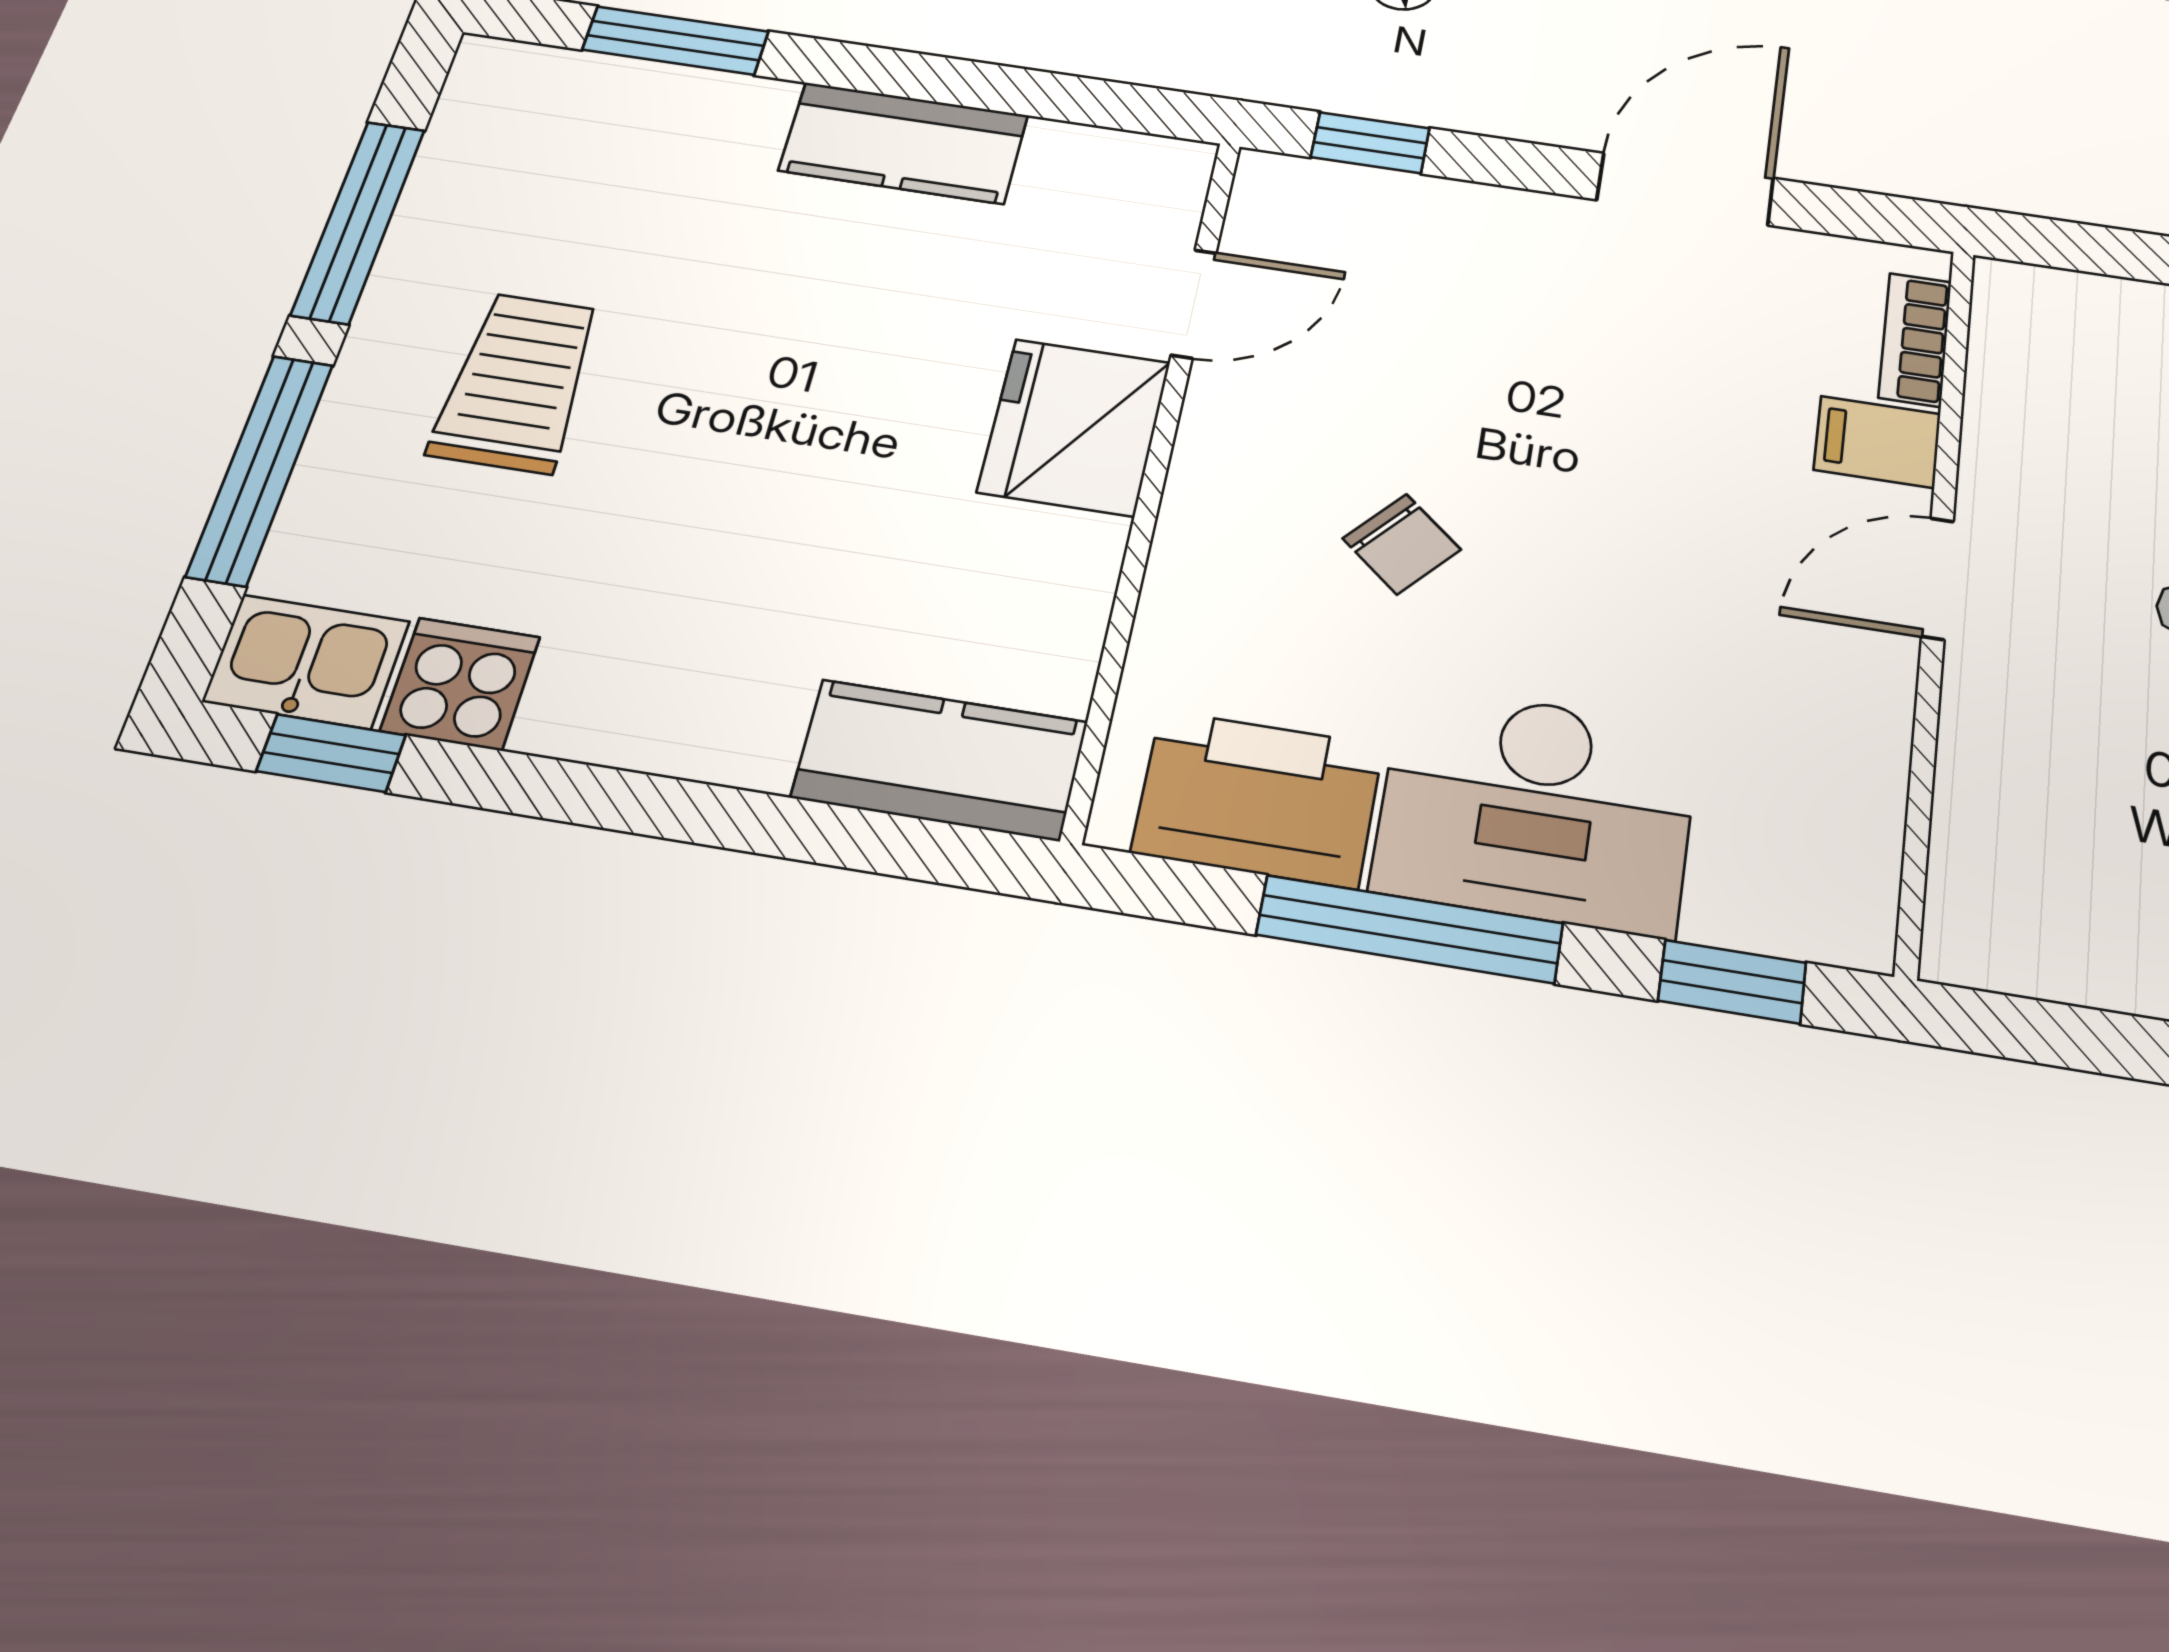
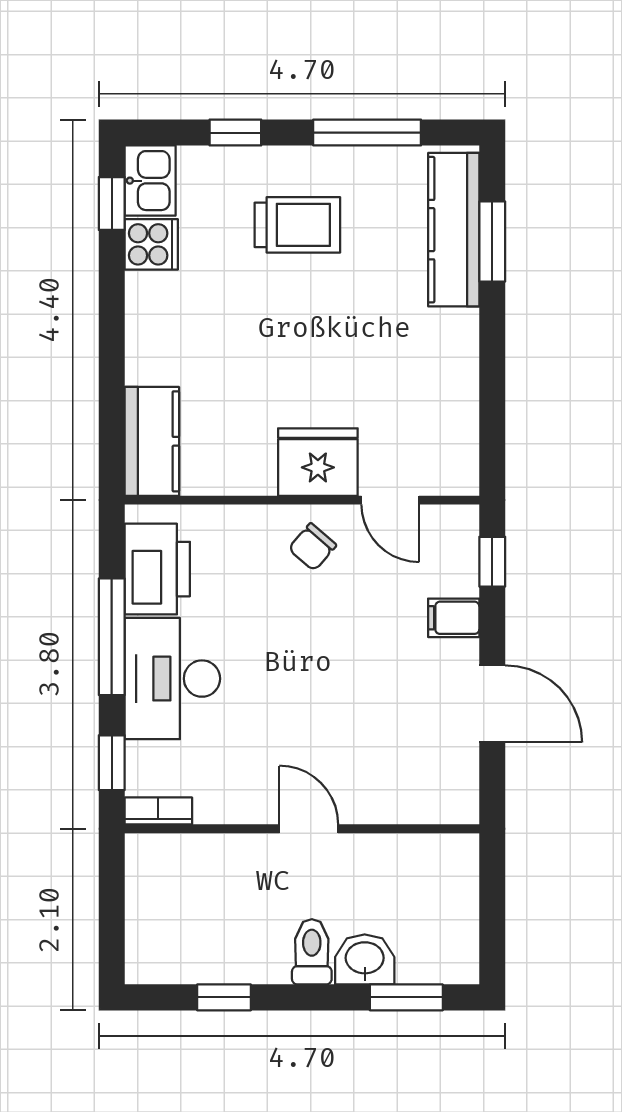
kitchen counter: (904, 143) -> (454, 230), moved, width x1.50
bookcase: (1915, 340) -> (158, 811), moved
filing cabinet: (1877, 442) -> (454, 618), moved, turned -90
window: (260, 469) -> (235, 133), width x0.46
chair: (1402, 544) -> (312, 547), moved

